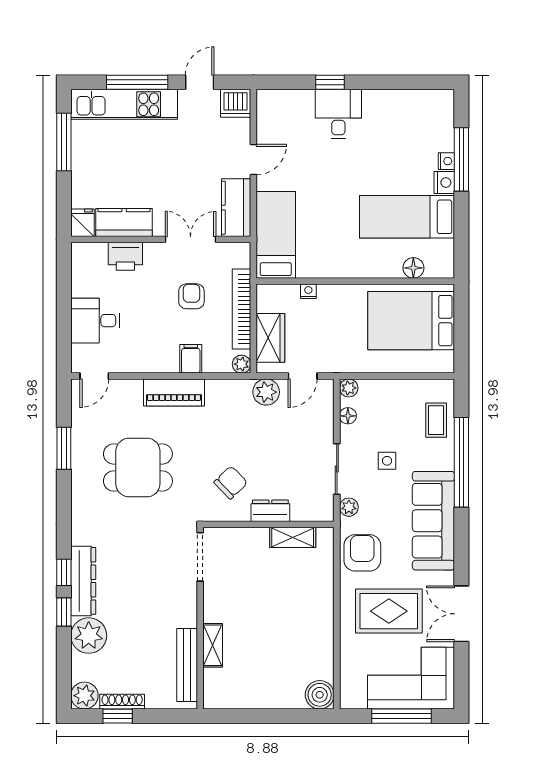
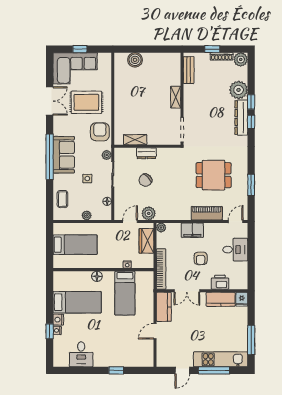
dishwasher: (236, 103) -> (164, 360), removed
desk: (338, 114) -> (81, 354), moved
window: (461, 159) -> (50, 331), width x0.46
bed: (276, 235) -> (125, 293), moved
floor lamp: (413, 268) -> (97, 276), moved
armchair: (191, 296) -> (201, 258), moved
bookcase: (241, 309) -> (161, 269), moved
bed: (411, 321) -> (75, 245), width x0.67
filing cabinet: (191, 359) -> (192, 230), width x2.00
plant: (349, 388) -> (87, 215), moved
piano: (174, 392) -> (207, 213), moved
window: (461, 462) -> (50, 157), moved
chair: (231, 483) -> (145, 180), moved
sofa: (433, 521) -> (64, 155), width x0.73
armchair: (362, 553) -> (100, 132), turned 180
shelving: (213, 645) -> (176, 97), moved
bench: (187, 665) -> (189, 70), width x0.73
boiler: (320, 695) -> (135, 60), moved
window: (118, 716) -> (212, 49), moved
window: (402, 716) -> (80, 49), width x0.46

